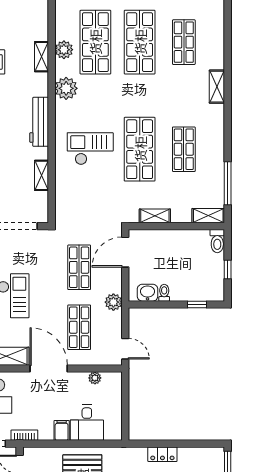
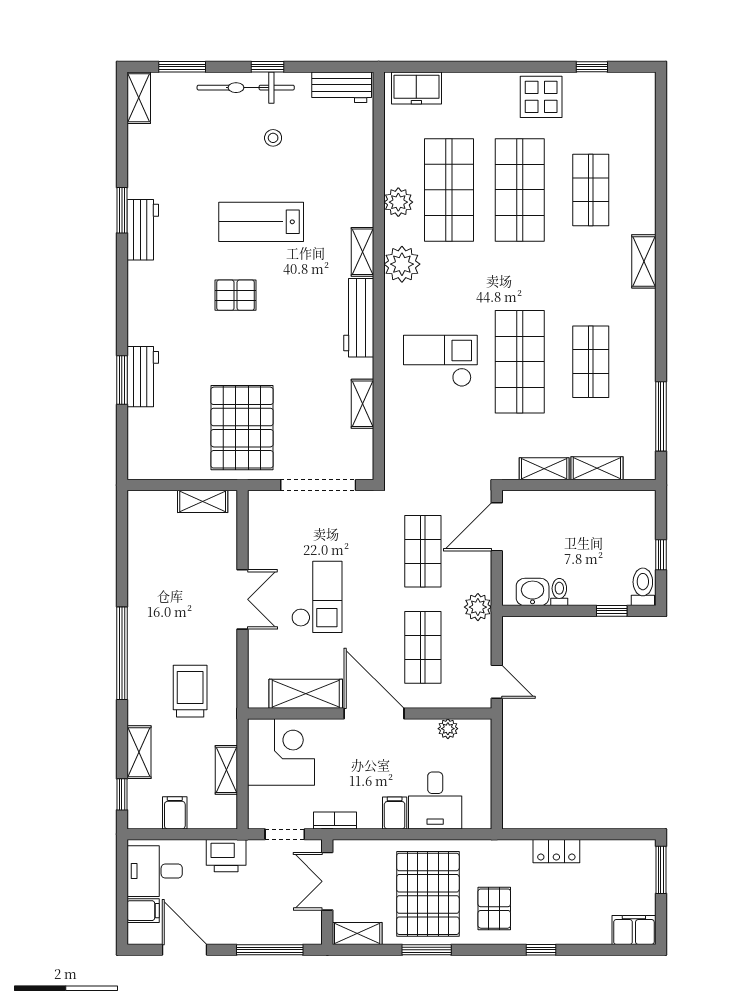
shelving: (42, 57) -> (362, 252), moved
shelving: (208, 216) -> (597, 468), moved
toilet: (217, 241) -> (643, 587), moved, turned 180

